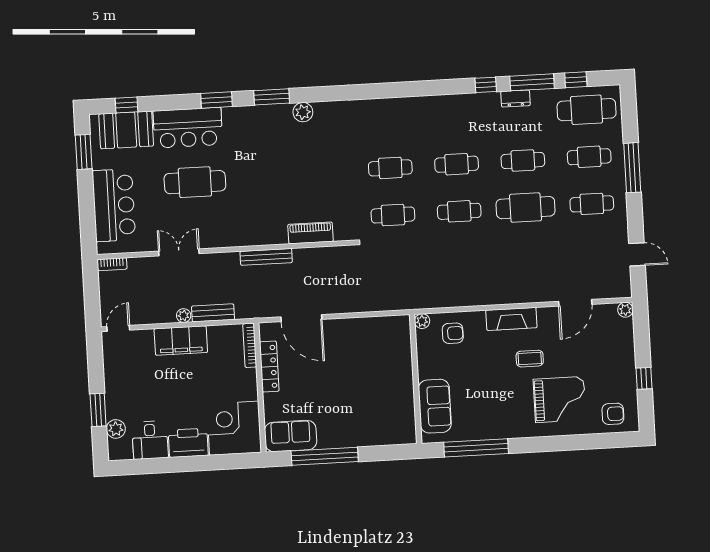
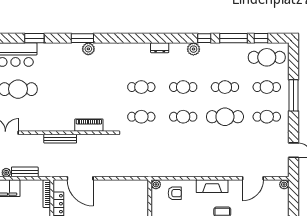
window: (272, 97) -> (82, 38), moved
dresser: (515, 98) -> (160, 48), moved
plant: (470, 103) -> (193, 49), added

